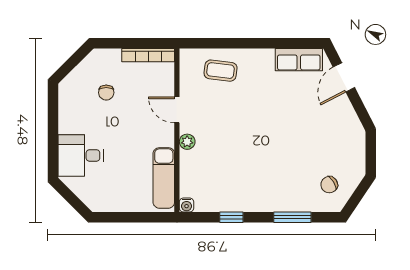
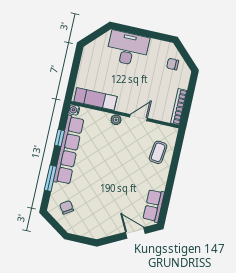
chair: (106, 93) -> (173, 64), moved
desk: (81, 155) -> (128, 48), width x1.37
row of seats: (246, 200) -> (69, 150), added

